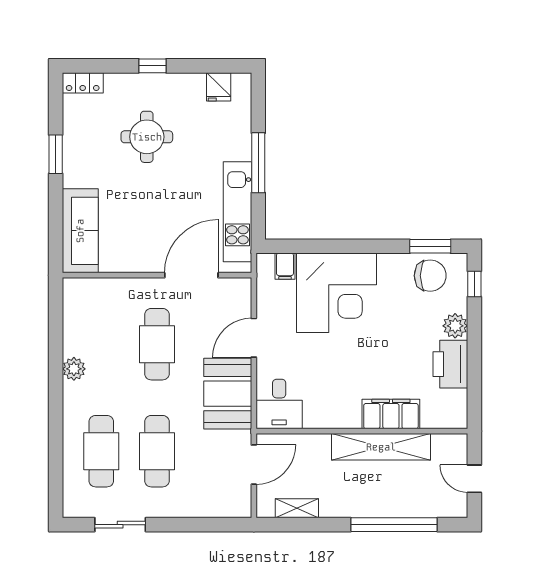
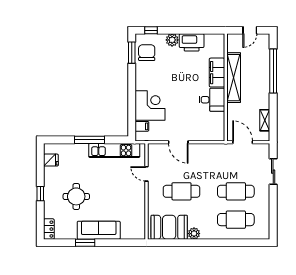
sofa: (80, 231) -> (99, 230), moved
door: (191, 275) -> (146, 174), width x0.53
corner desk: (337, 293) -> (150, 106), width x0.74, depth x0.74
booth: (228, 394) -> (169, 227), moved
desk: (279, 404) -> (212, 100), moved
sliding door: (120, 525) -> (273, 172), moved

